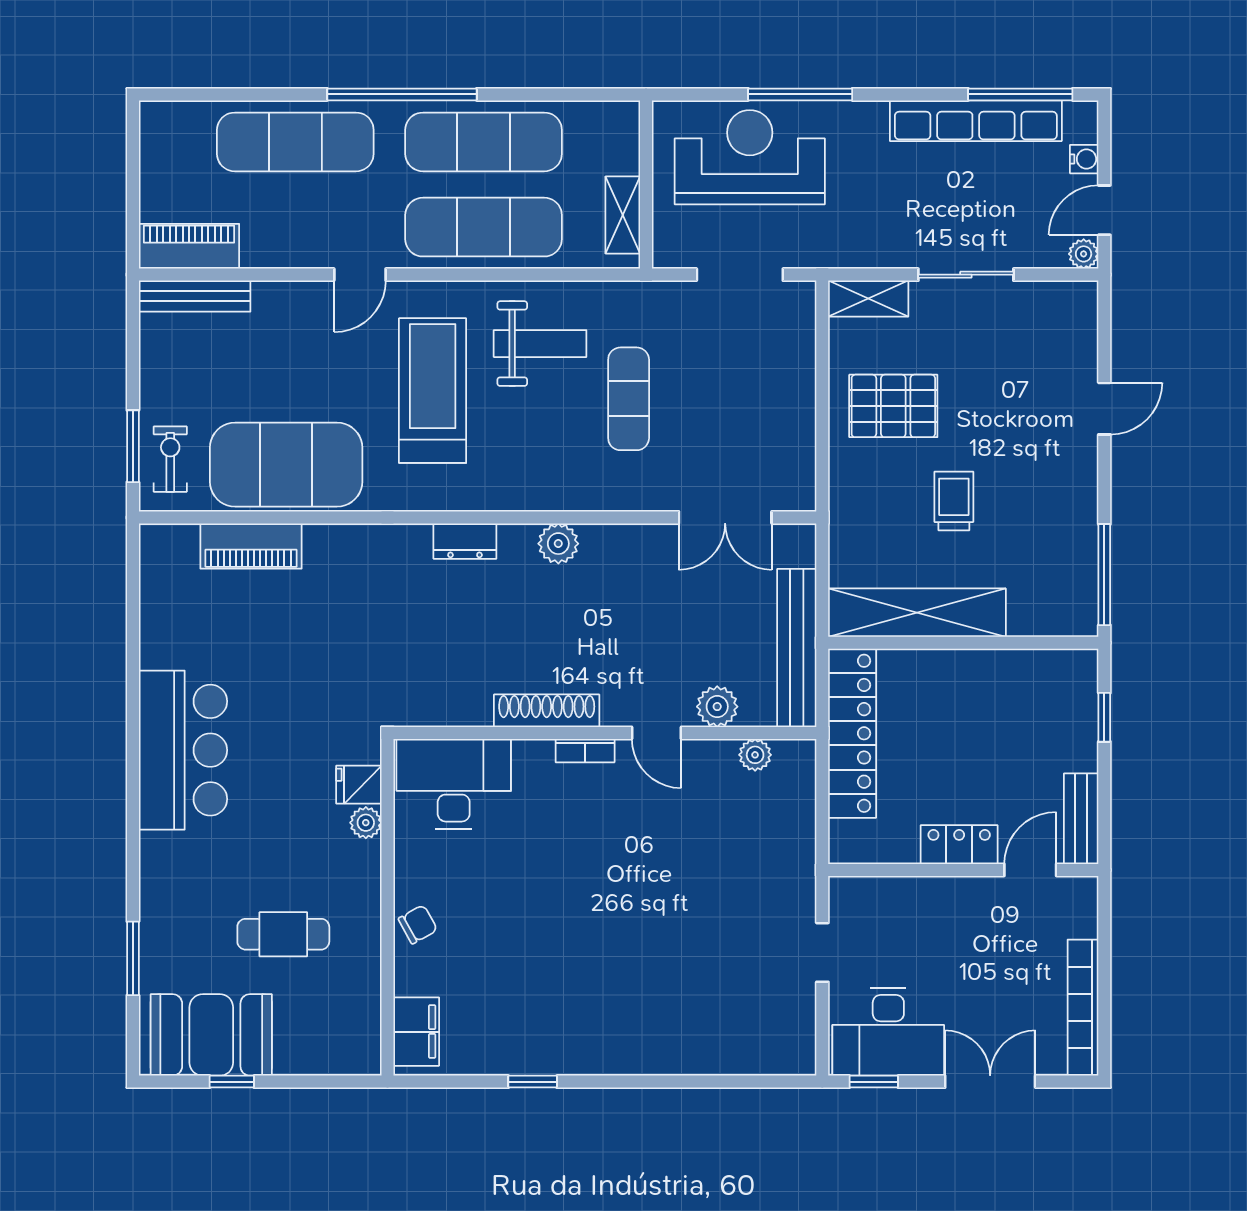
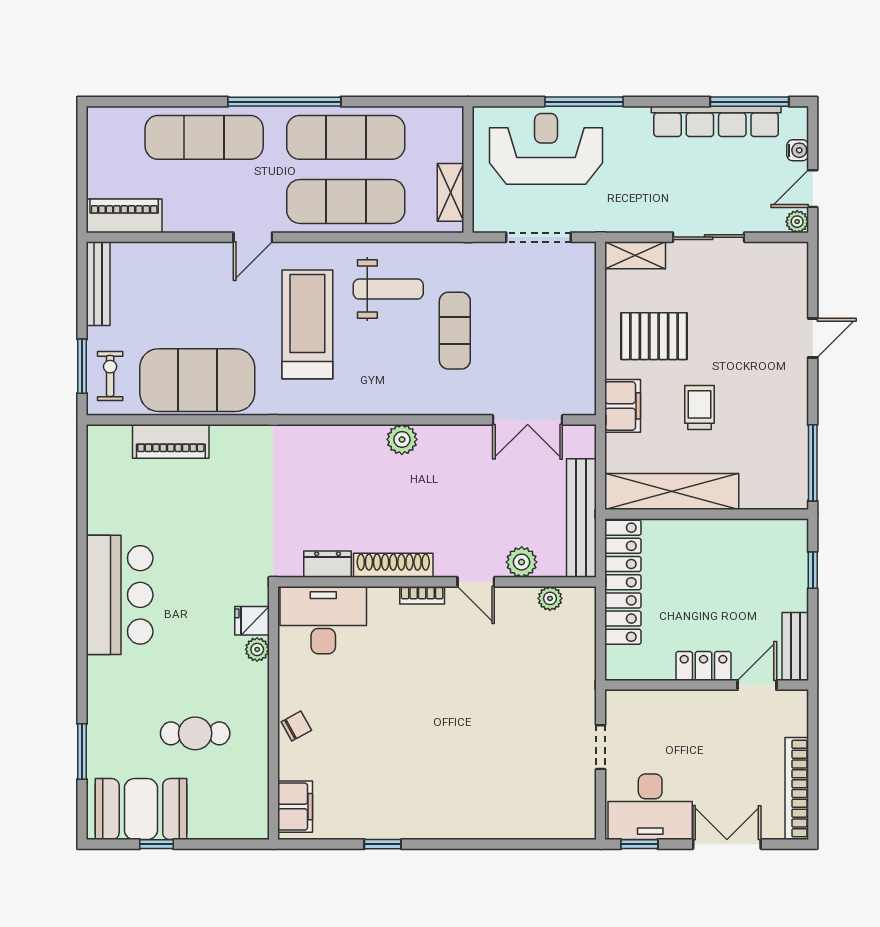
bench: (195, 296) -> (98, 284), moved, turned 90
filing cabinet: (852, 499) -> (623, 406), added
dresser: (465, 541) -> (328, 564), moved, turned 180

